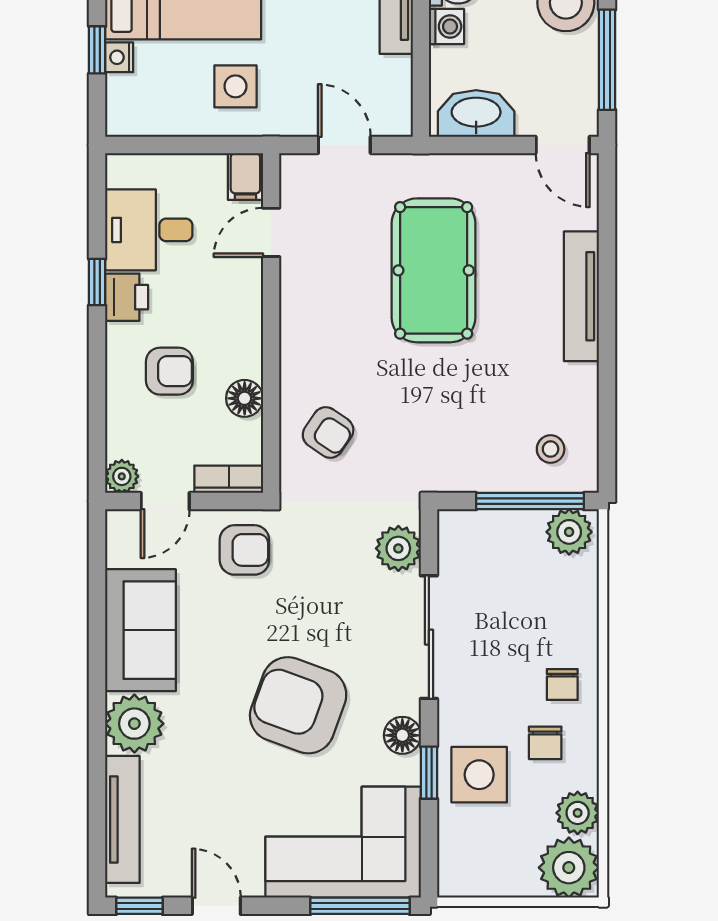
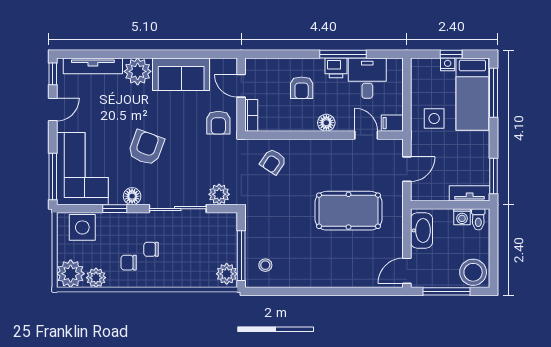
window: (97, 282) -> (343, 54), width x2.17
tv unit: (581, 296) -> (336, 279), removed
floor lamp: (245, 398) -> (326, 123), moved
plant: (122, 476) -> (253, 66), removed
chair: (562, 684) -> (151, 249), moved
armchair: (298, 705) -> (146, 148), width x0.73, depth x0.73
side table: (479, 775) -> (82, 227), moved

